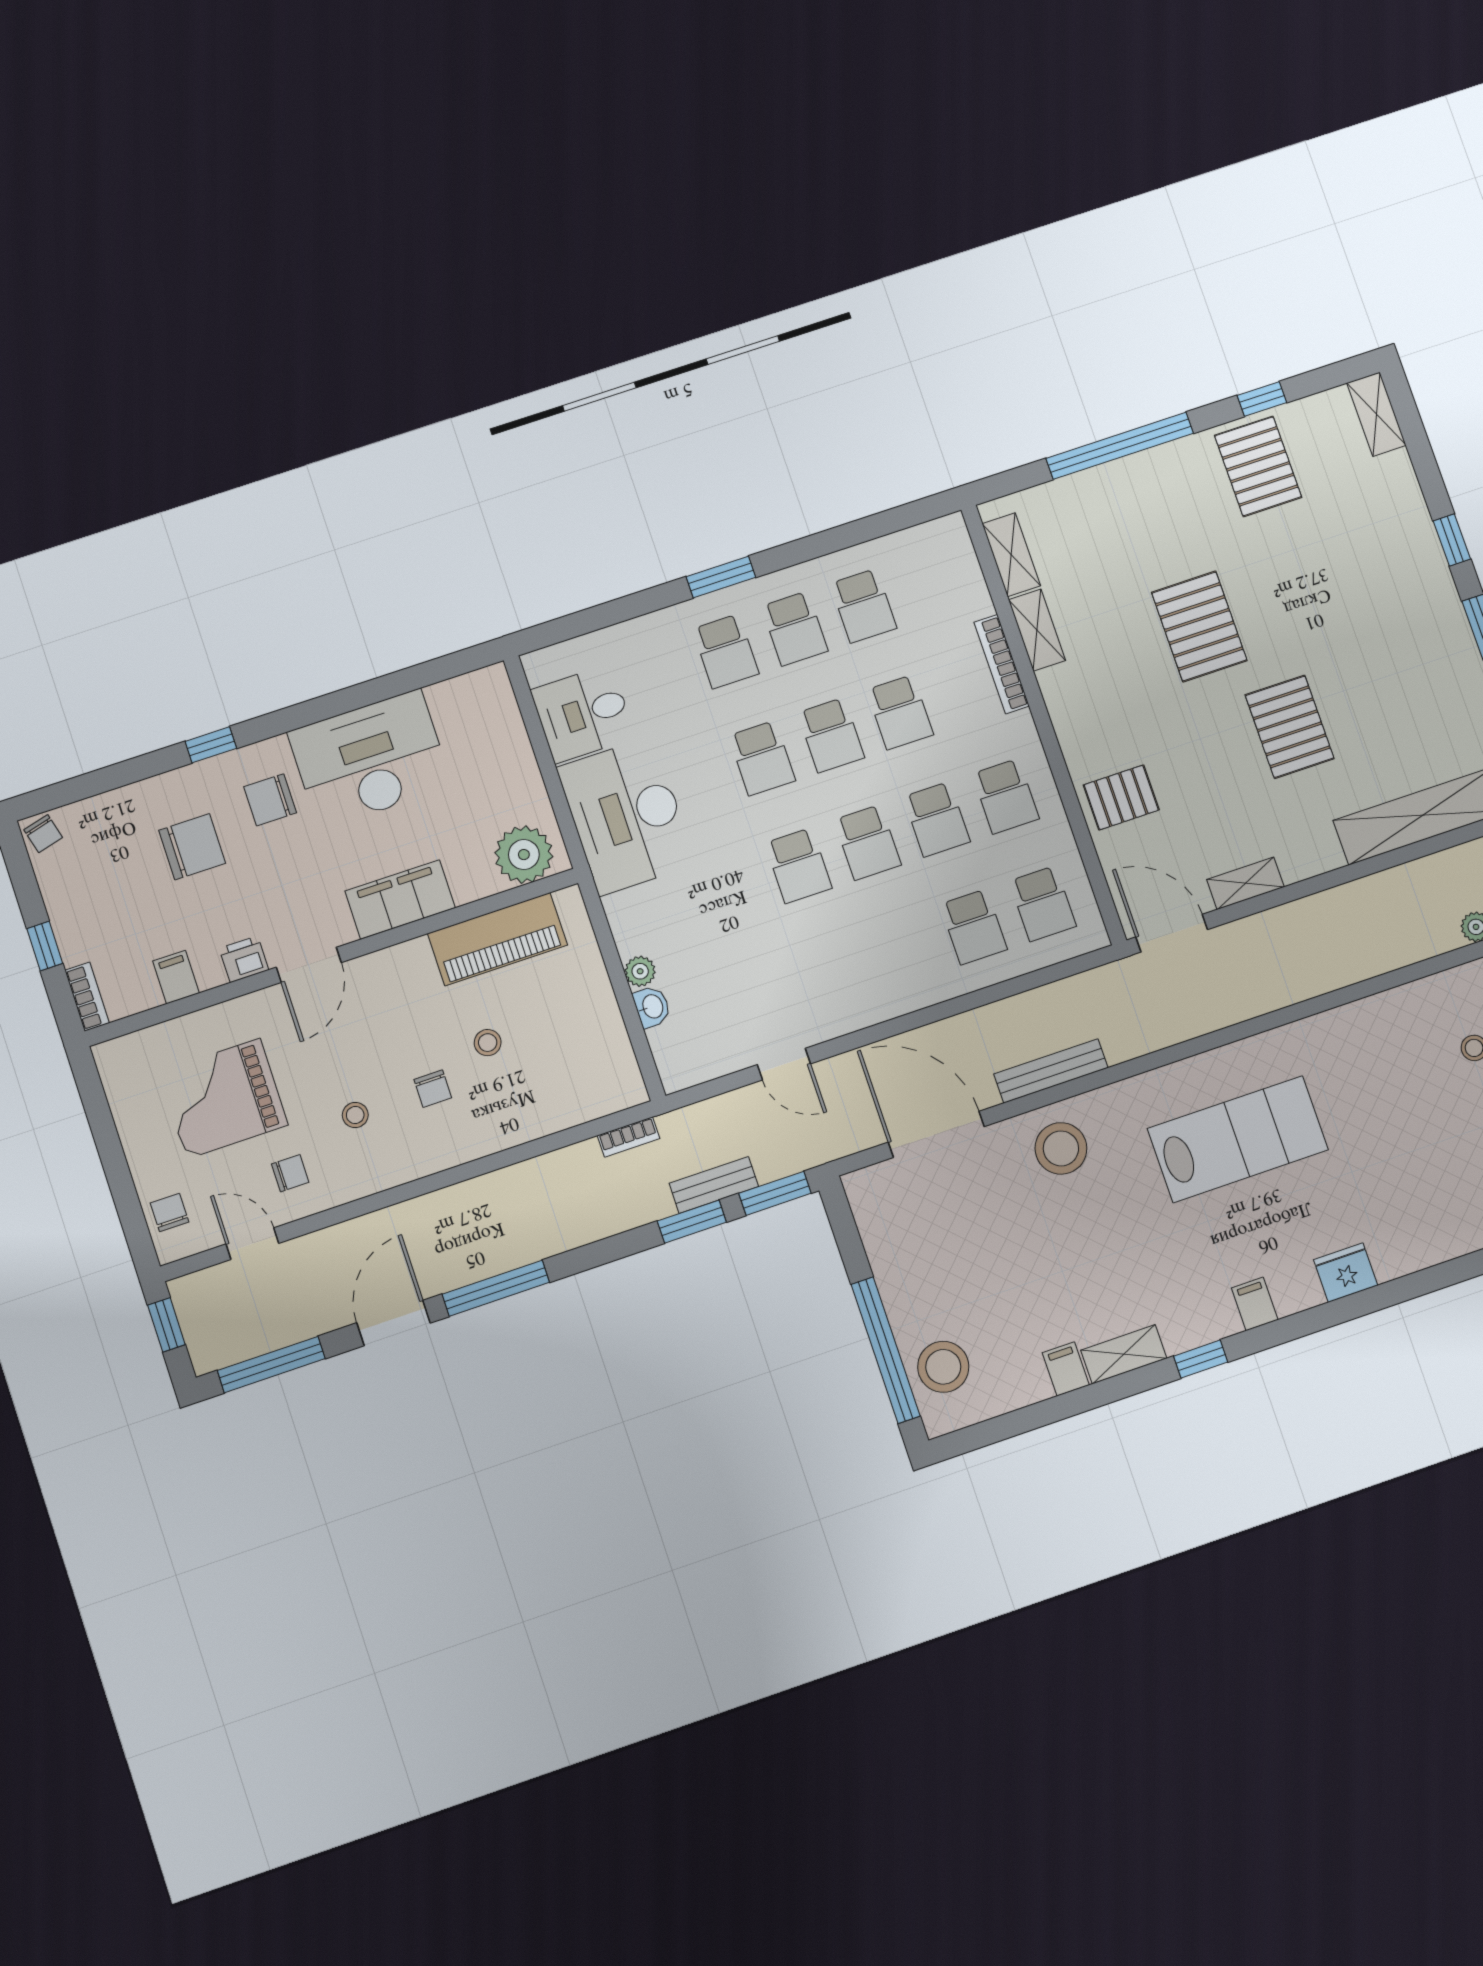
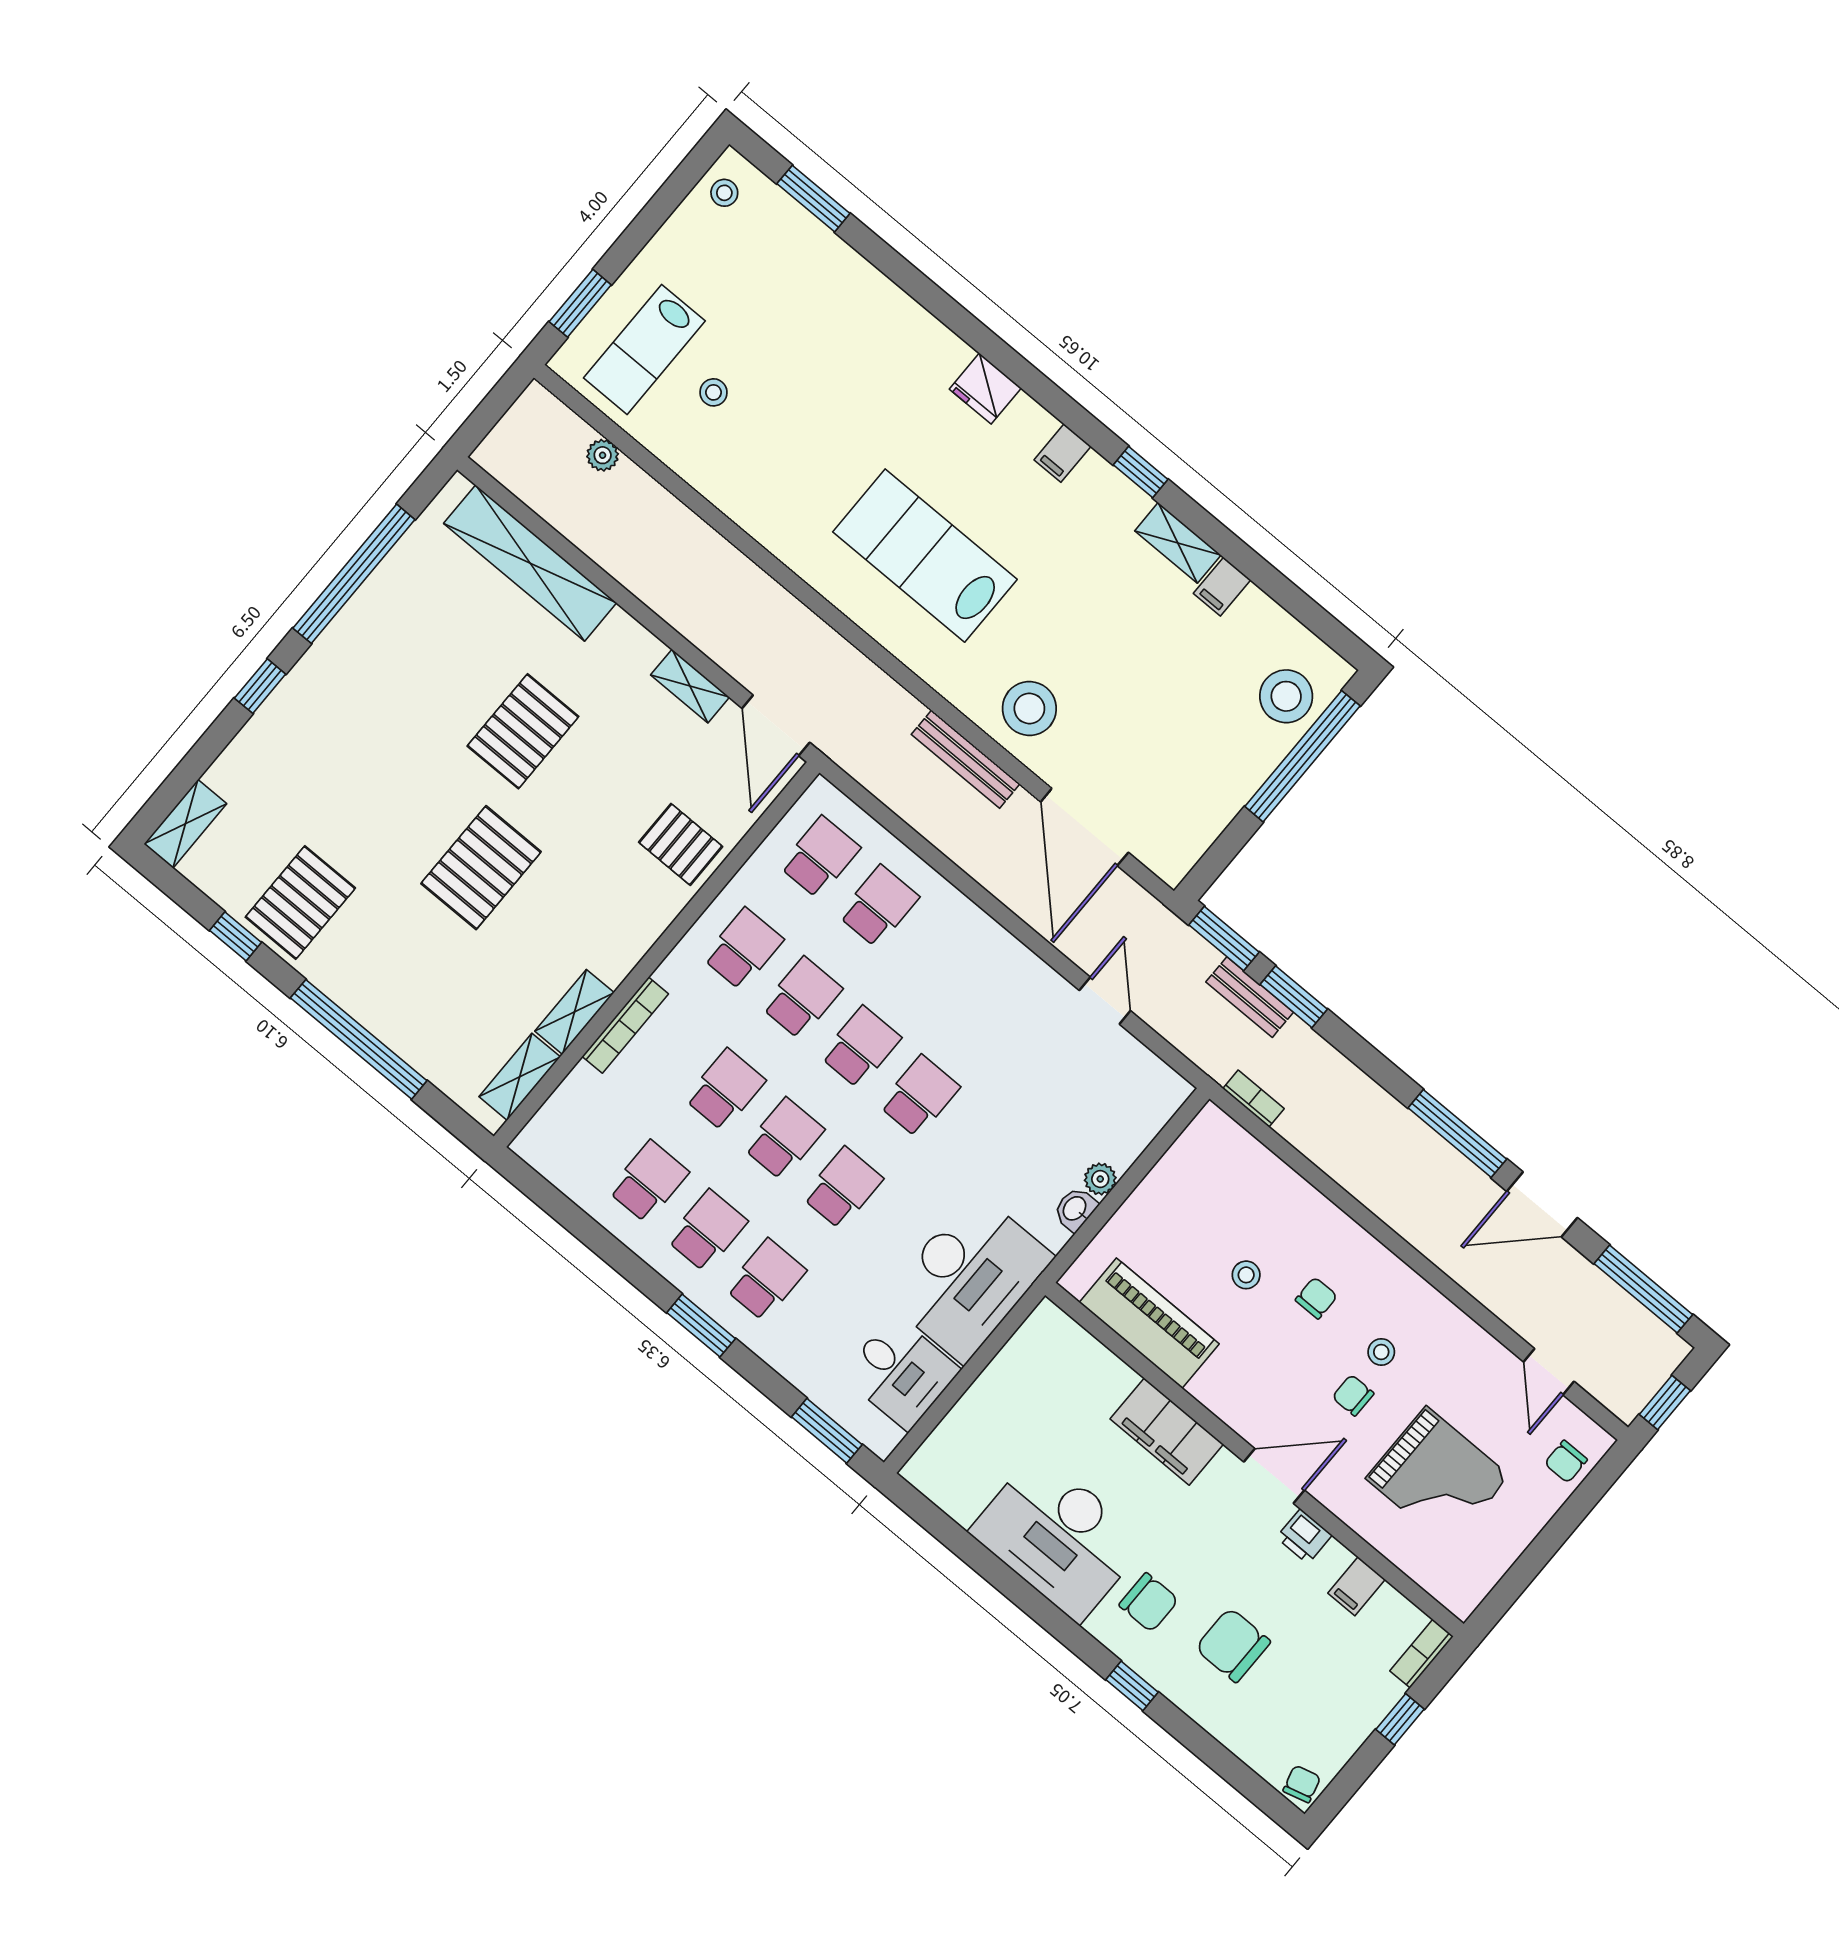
window: (573, 626) -> (827, 1431), added
plant: (524, 855) -> (1059, 1347), removed
washbasin: (652, 1007) -> (1075, 1209), moved
chair: (290, 1173) -> (1353, 1395), moved

